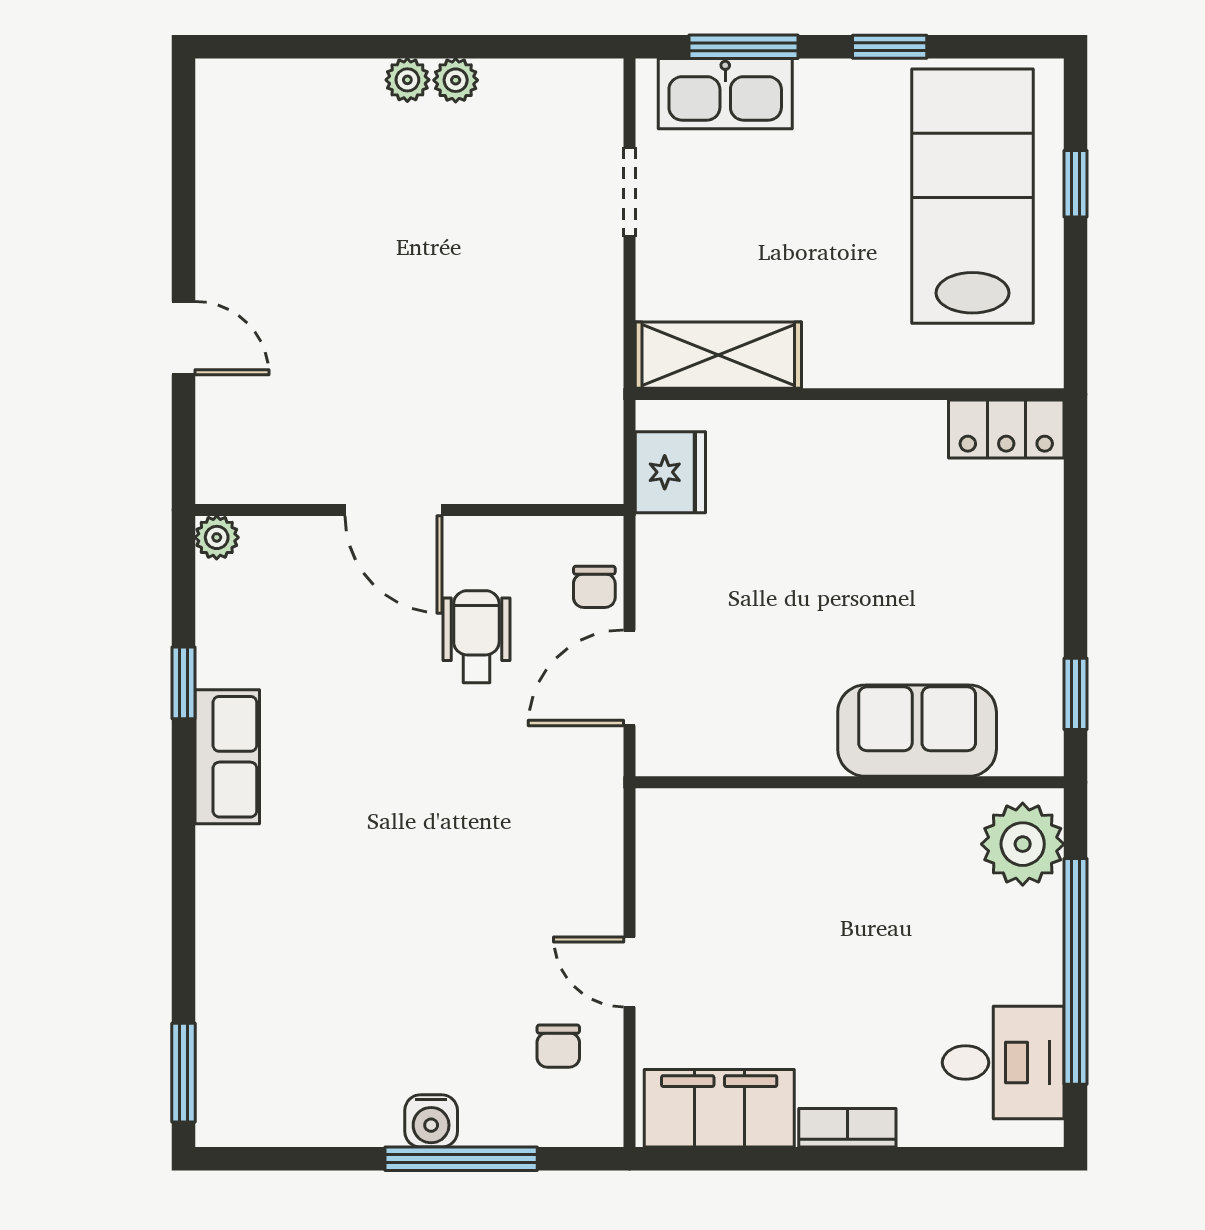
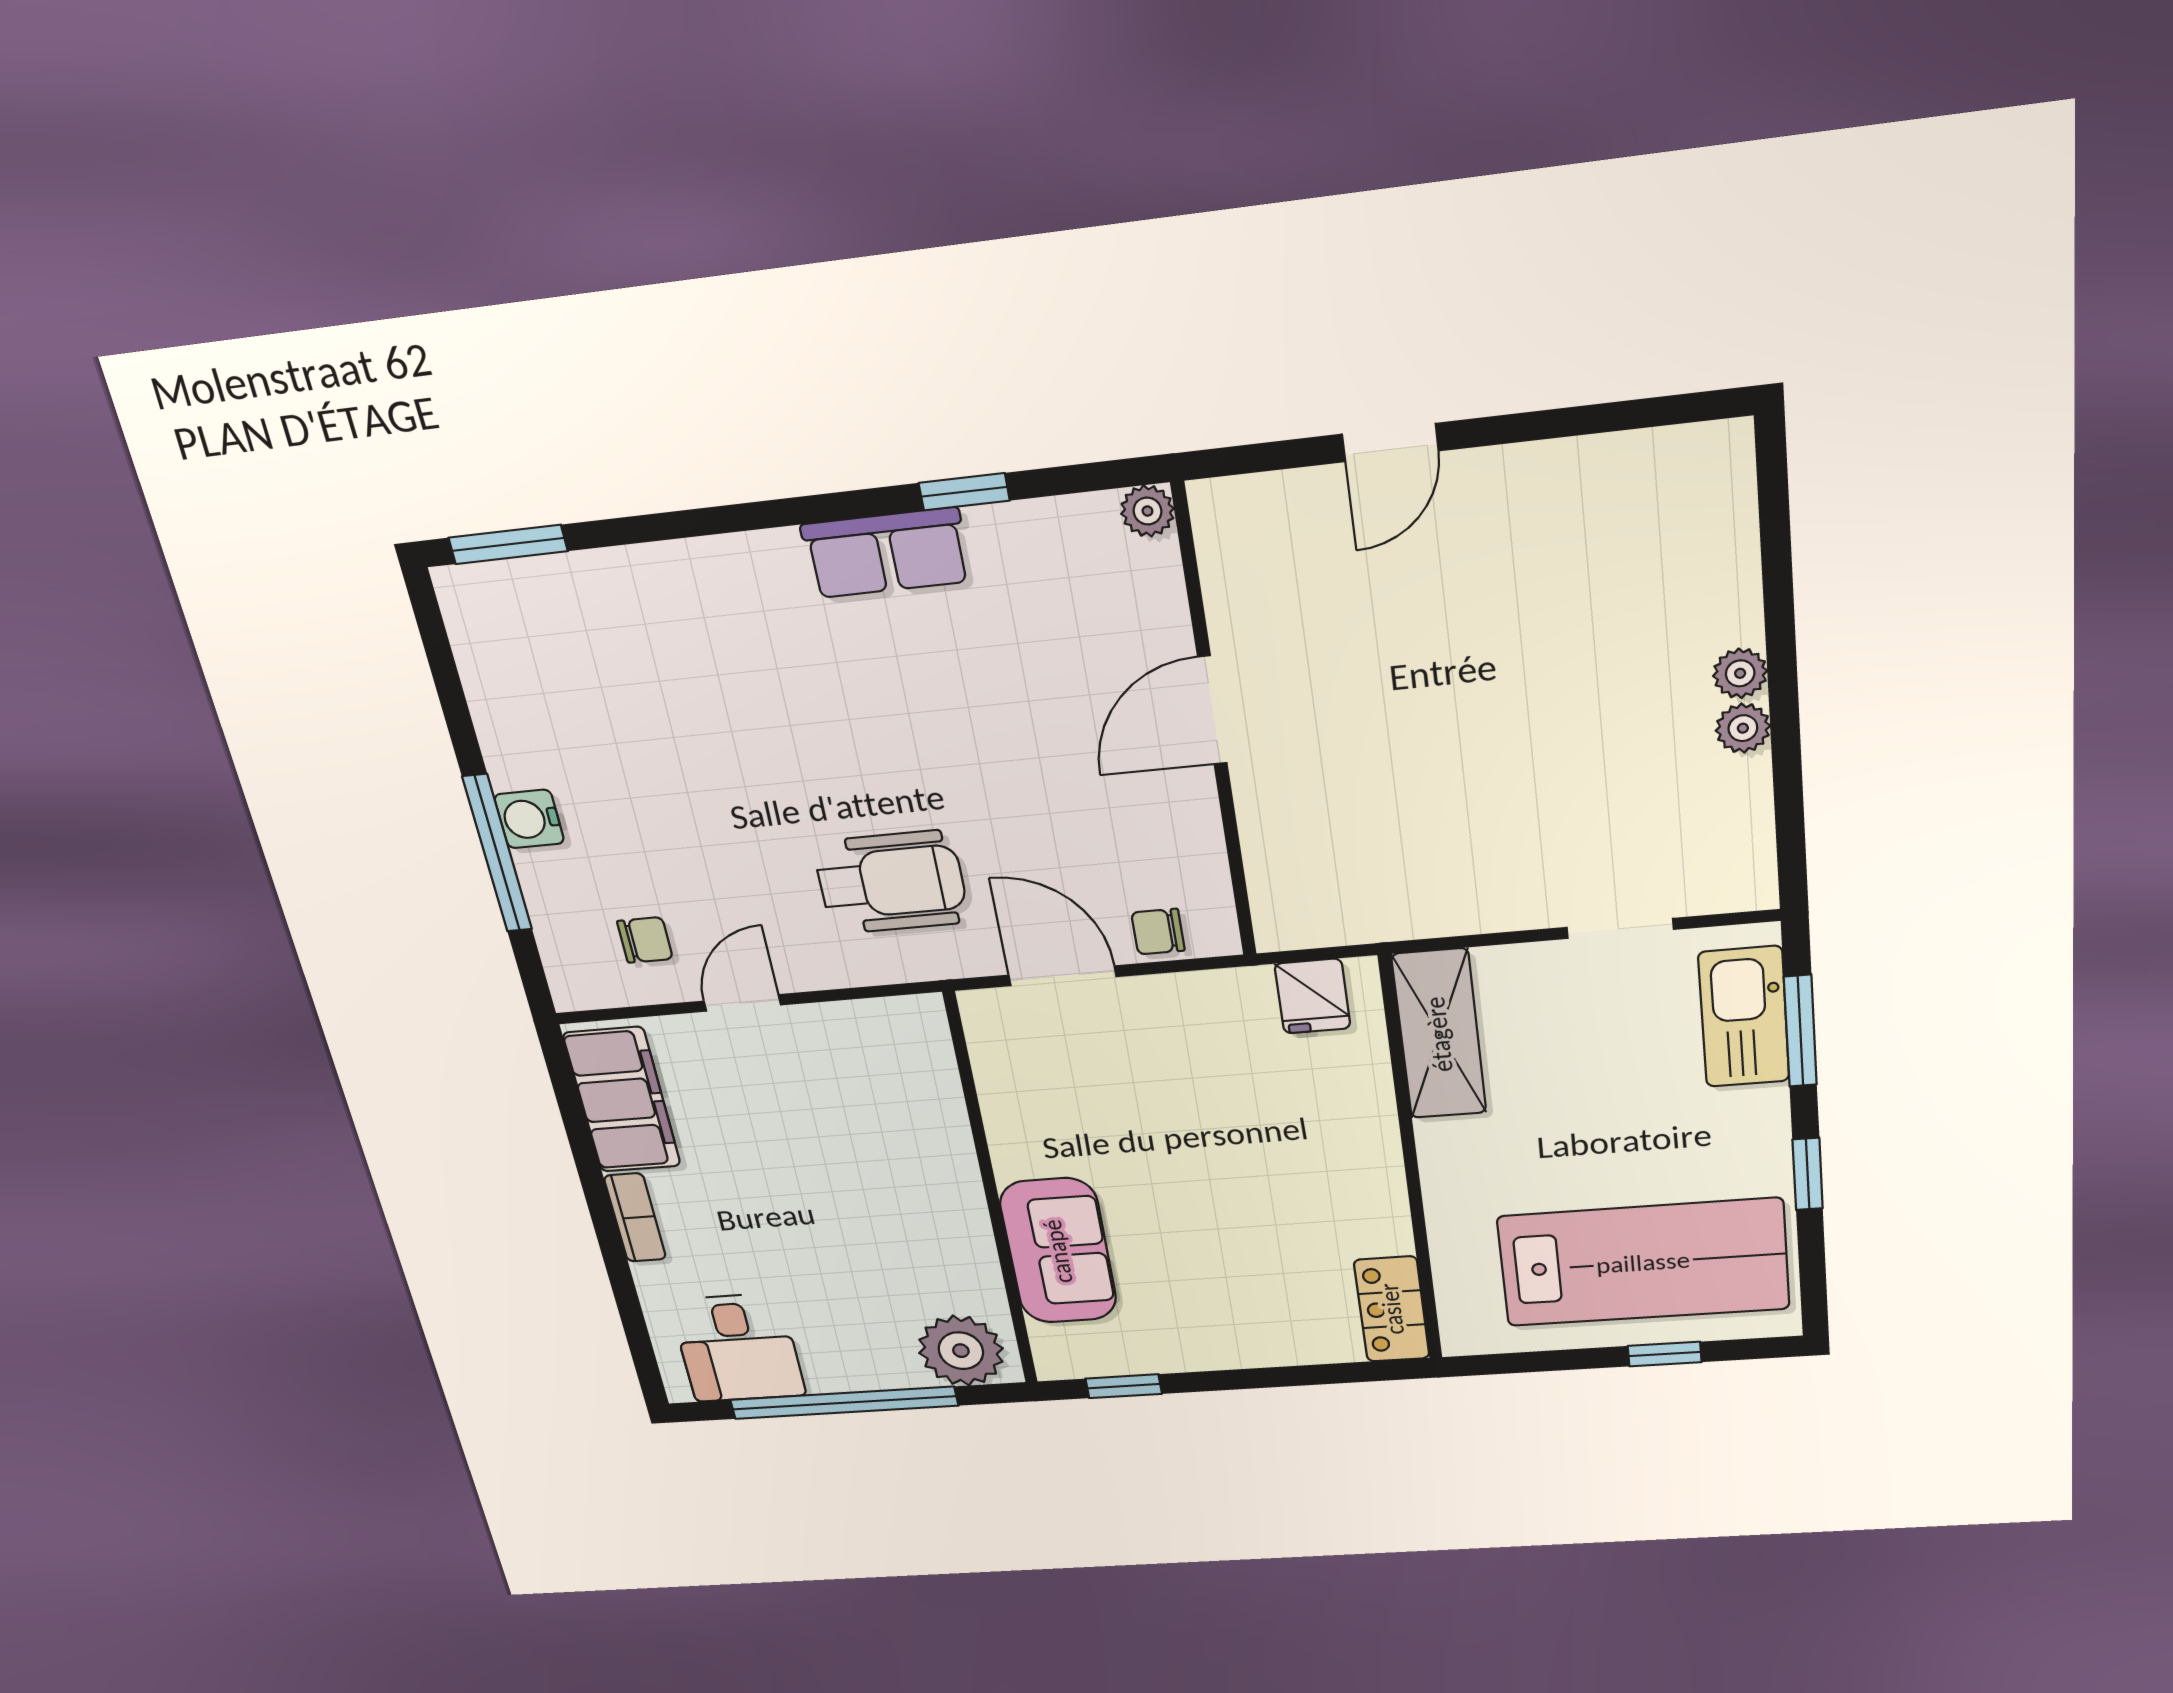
fridge: (670, 472) -> (1313, 996), width x0.72
wheelchair: (476, 637) -> (891, 882), moved, width x1.36, depth x1.37
chair: (558, 1046) -> (645, 940), turned 180

